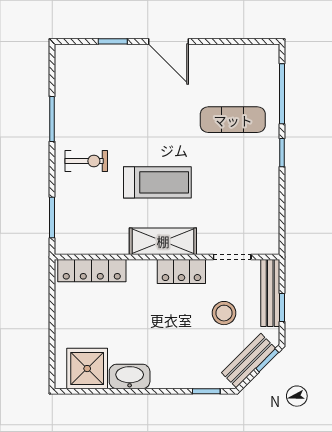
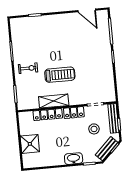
door: (169, 41) -> (87, 10), moved
exercise mat: (233, 120) -> (90, 44), removed
shelving: (163, 241) -> (54, 101), moved
locker: (92, 271) -> (48, 115), moved
shower: (87, 369) -> (30, 144), moved
washbasin: (130, 376) -> (74, 159), moved

